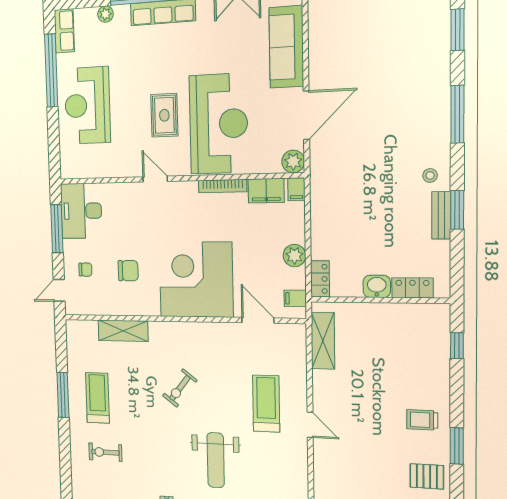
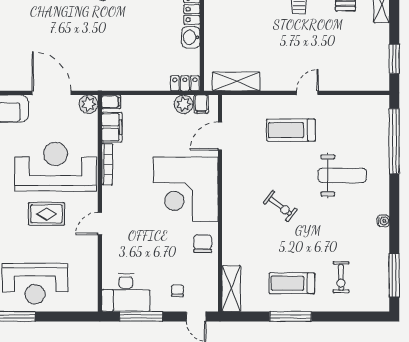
plant: (294, 256) -> (184, 104), moved
chair: (128, 271) -> (203, 244), moved
shelving: (123, 331) -> (231, 289), moved

